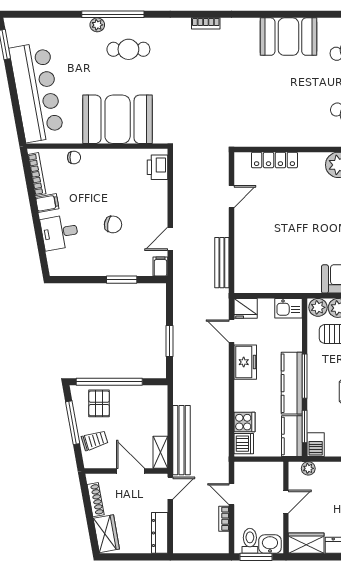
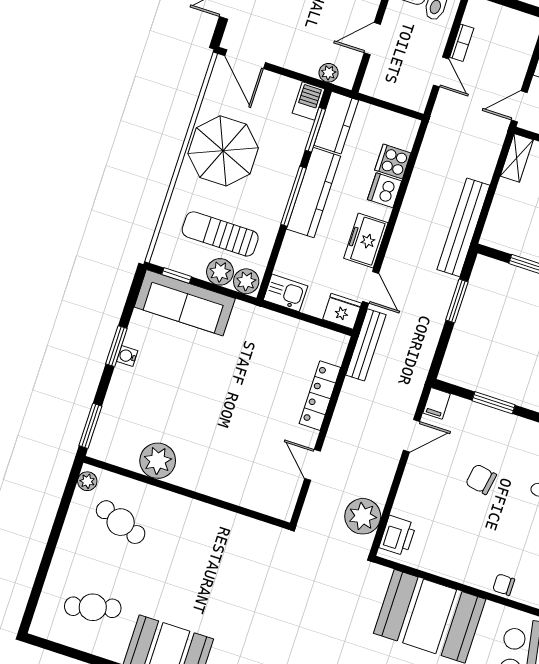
locker: (274, 160) -> (320, 396), moved, turned -90
plant: (186, 173) -> (363, 516), added
door: (232, 197) -> (313, 465), hinge flipped
bench: (222, 263) -> (366, 345), moved
bench: (181, 440) -> (463, 227), moved
dishwasher: (244, 444) -> (385, 190), moved

